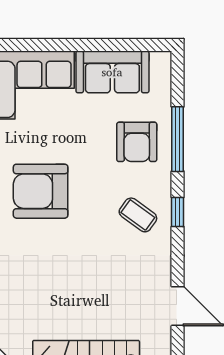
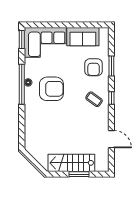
window: (178, 139) -> (111, 66), width x0.69
armchair: (41, 191) -> (51, 89), turned 180

